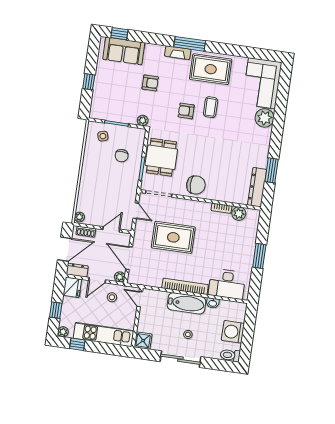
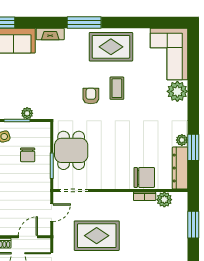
fireplace: (178, 53) -> (50, 34), moved
armchair: (150, 83) -> (47, 71), removed
armchair: (186, 111) -> (91, 96), turned 90
plant: (143, 120) -> (27, 113), moved
plant: (262, 162) -> (182, 140), added
chair: (196, 185) -> (144, 177), moved
door: (136, 211) -> (52, 213), hinge flipped
window: (259, 256) -> (193, 225), moved

